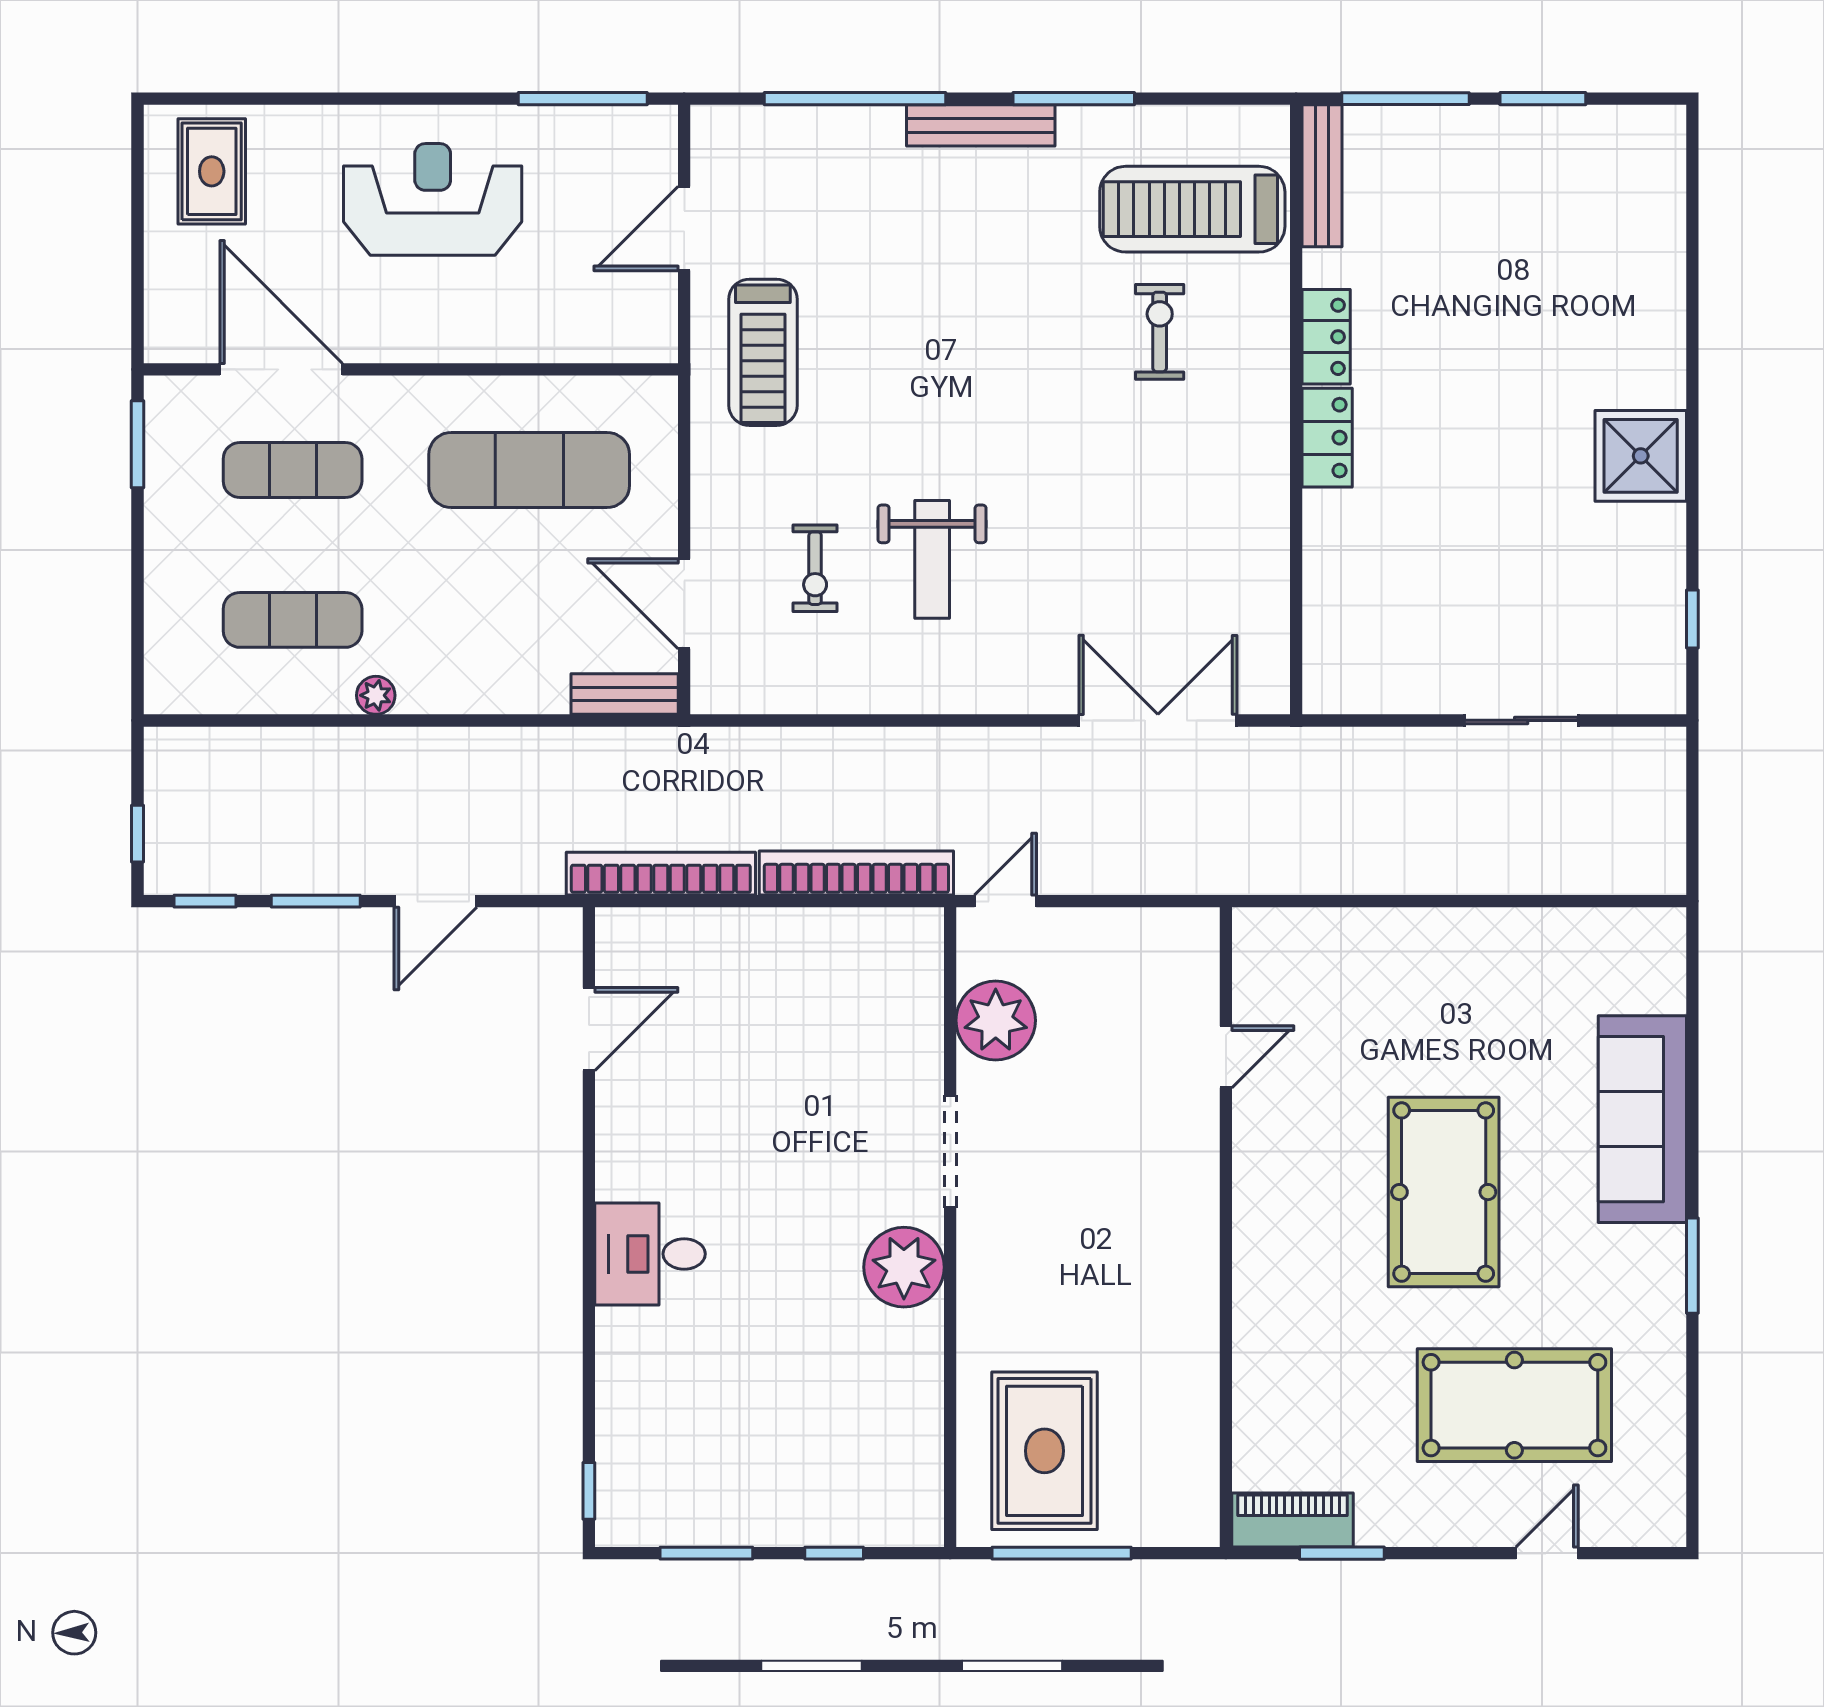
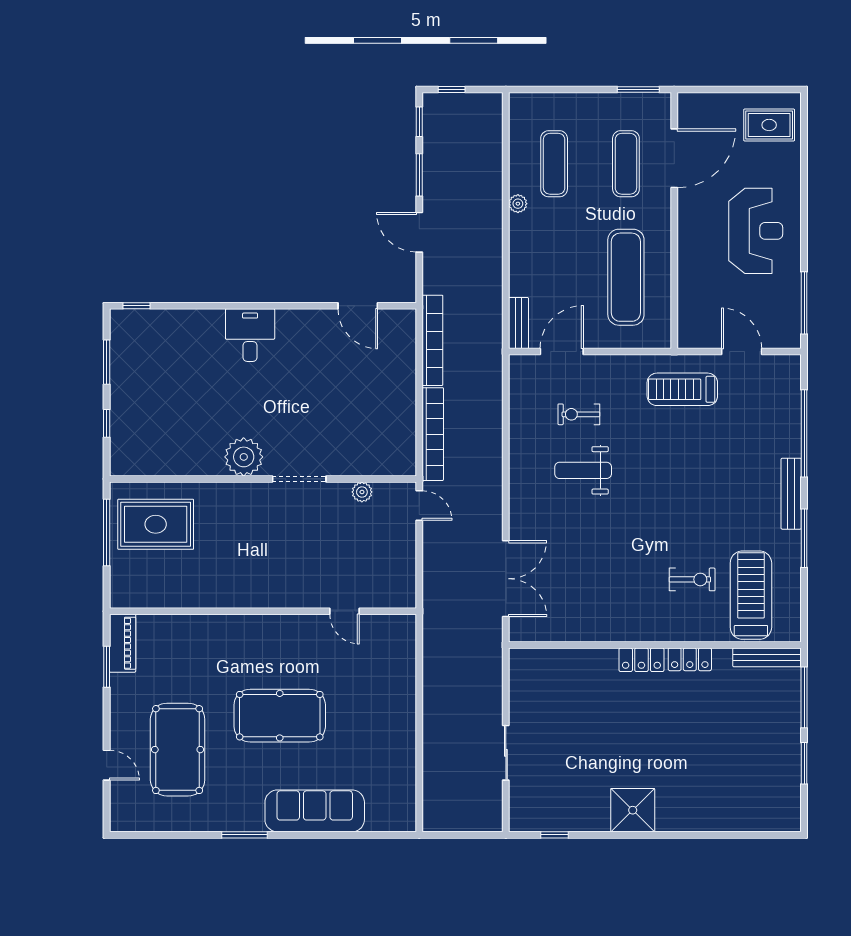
plant: (996, 1020) -> (362, 492), width x0.53, depth x0.53

